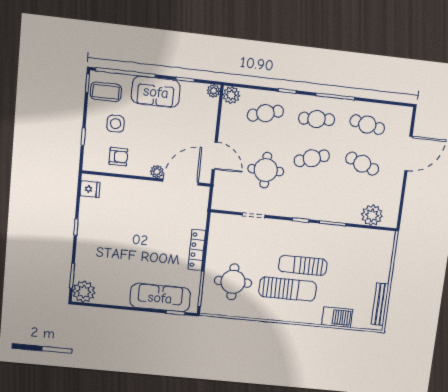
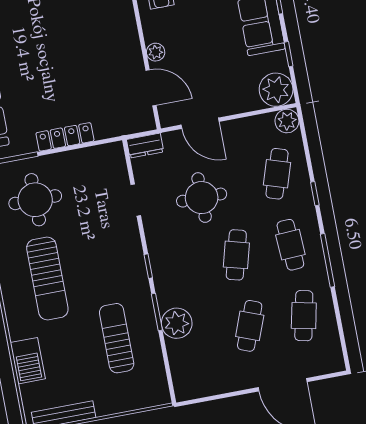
plant: (214, 91) -> (276, 90), width x1.88, depth x1.88
cafe table: (265, 113) -> (277, 174), turned 33
door: (215, 156) -> (200, 123), hinge flipped
cafe table: (312, 158) -> (236, 255), turned 33
door: (181, 182) -> (151, 88), width x0.73
dresser: (219, 198) -> (145, 146), added
plant: (372, 215) -> (177, 323), moved
sun lounger: (303, 265) -> (117, 338), moved

